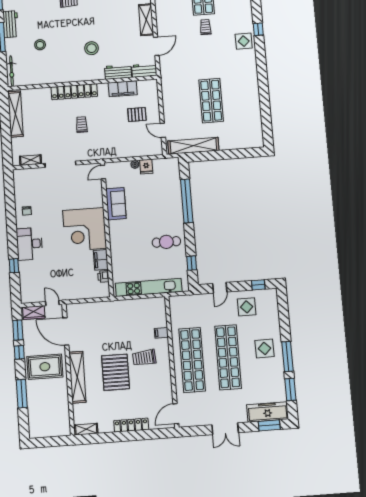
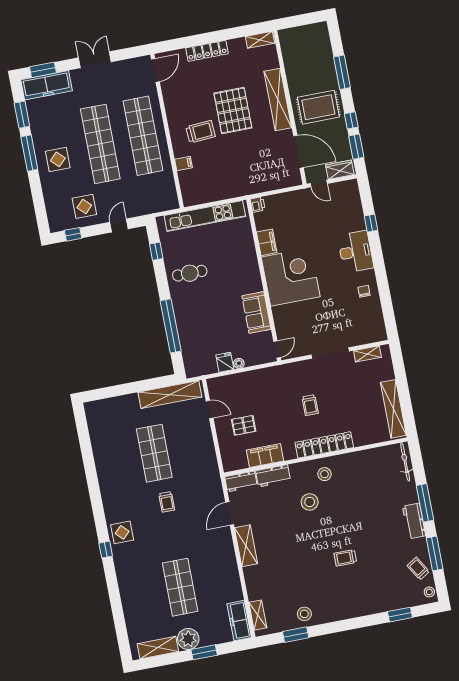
trolley: (206, 27) -> (167, 502), moved
stool: (40, 45) -> (325, 474), moved
printer: (103, 276) -> (258, 205), moved

